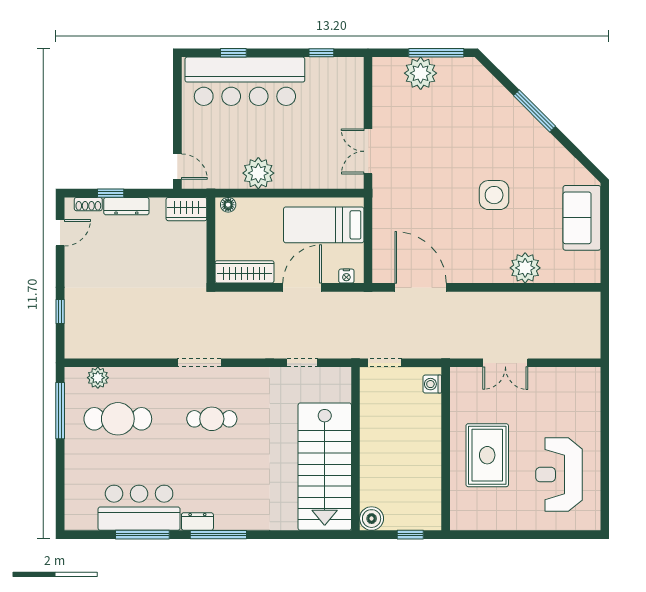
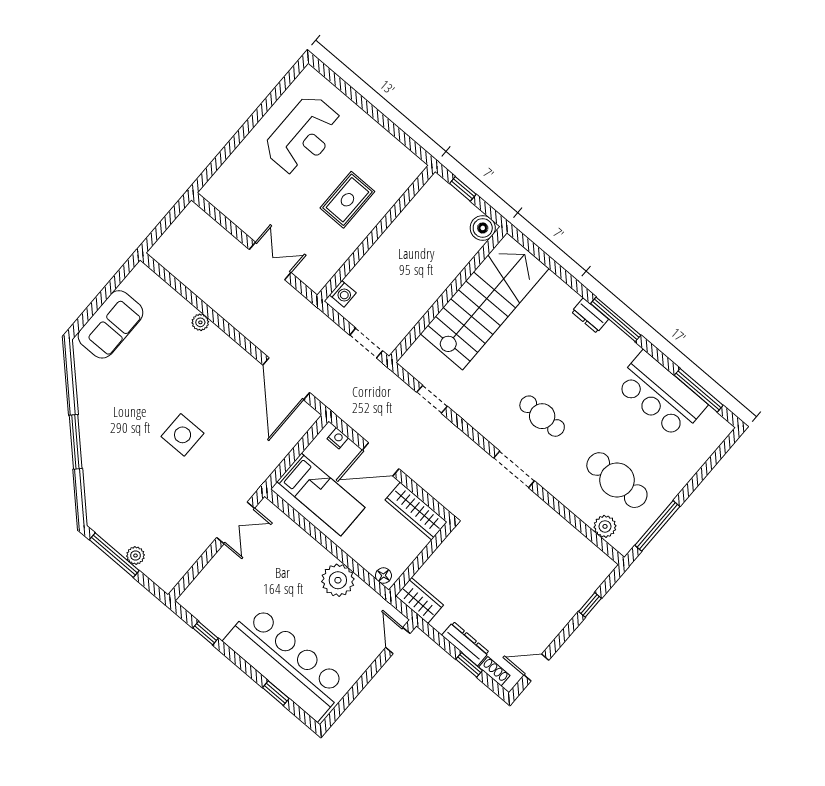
plant: (421, 73) -> (135, 556), width x0.53, depth x0.53
side table: (494, 195) -> (183, 435), moved
plant: (525, 268) -> (200, 322), width x0.53, depth x0.53
rug: (487, 455) -> (347, 200), width x0.73, depth x0.70
dresser: (197, 521) -> (590, 316), moved
window: (142, 535) -> (699, 390), moved

